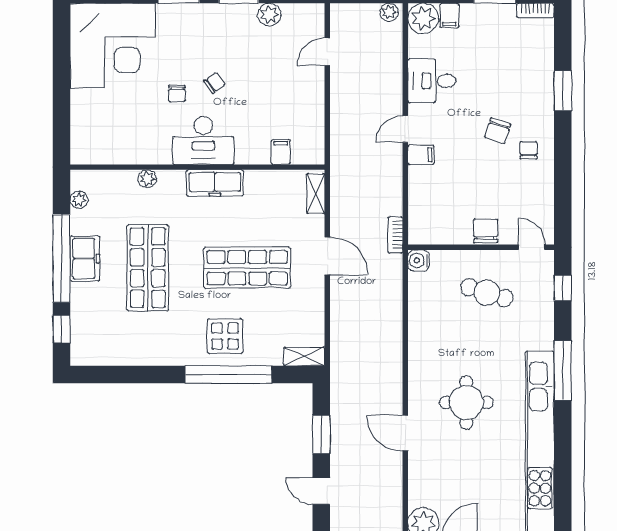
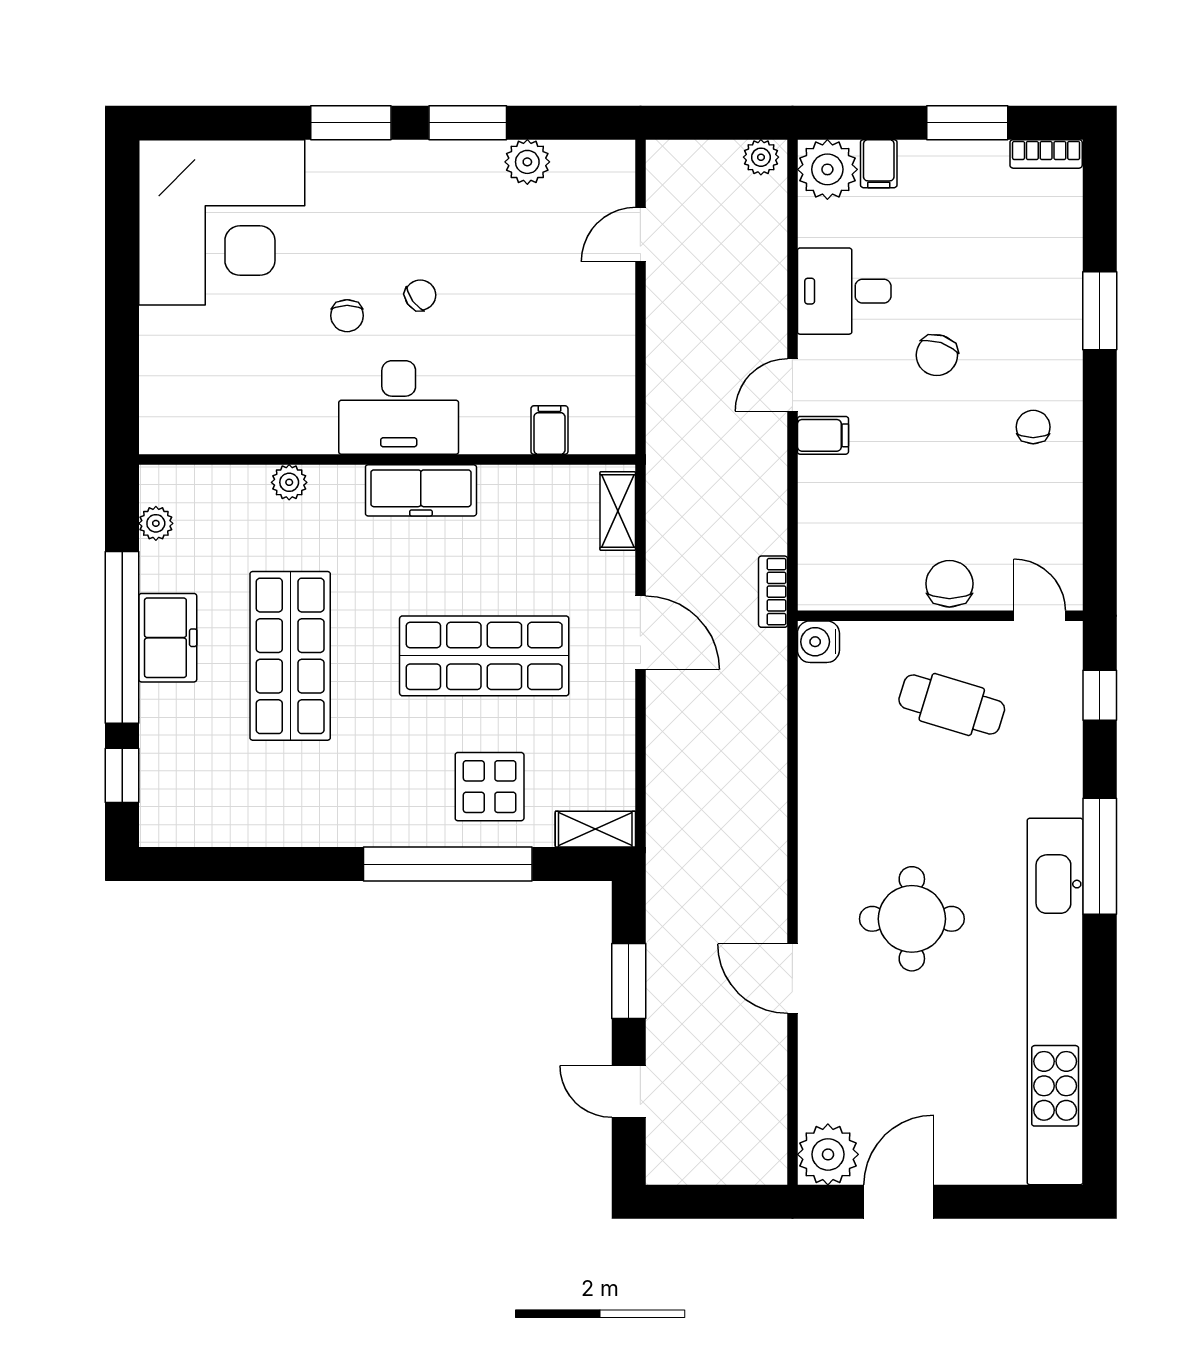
chair: (498, 131) -> (937, 355), moved
display table: (225, 336) -> (490, 787), moved

